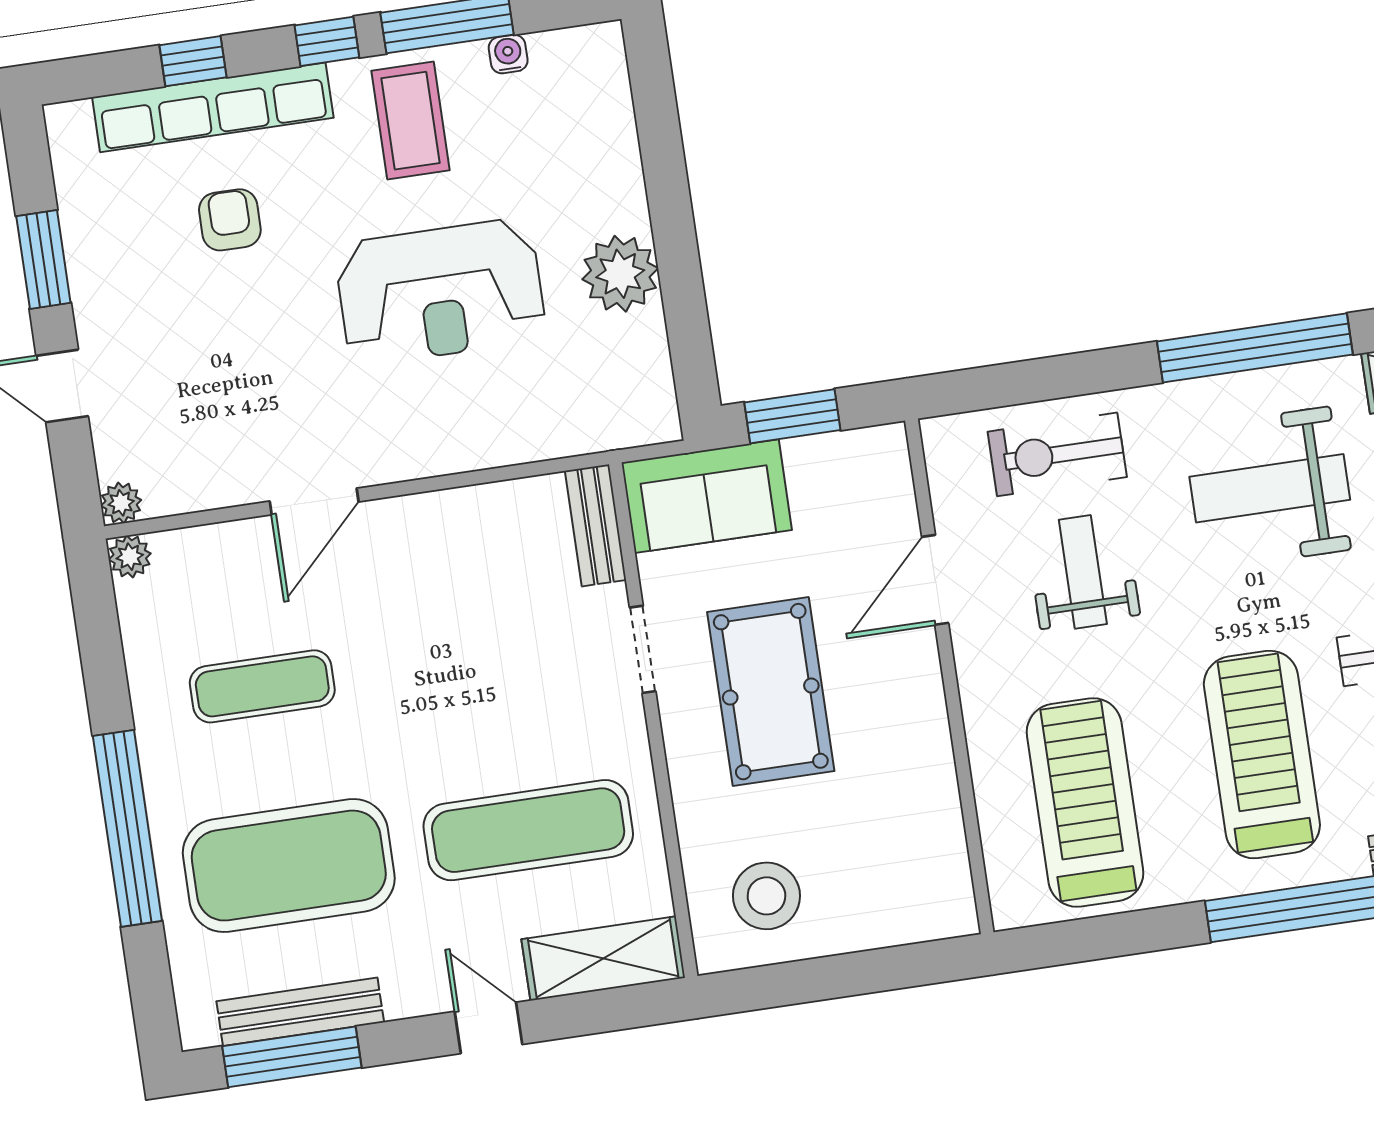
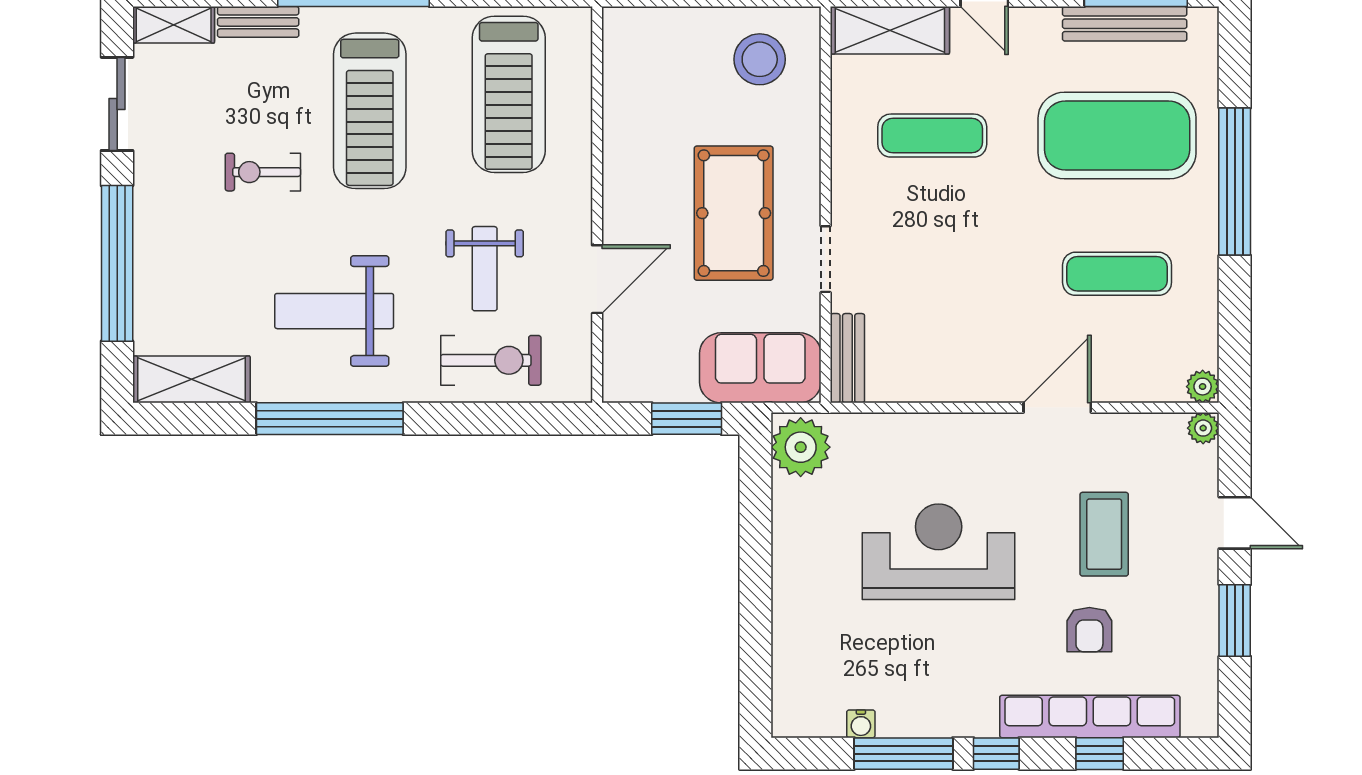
coffee table: (411, 121) -> (1104, 534), moved
plant: (620, 274) -> (801, 447), moved
weight bench: (1270, 488) -> (334, 311), turned 180
exercise mat: (528, 830) -> (932, 136), width x0.73, depth x0.69

